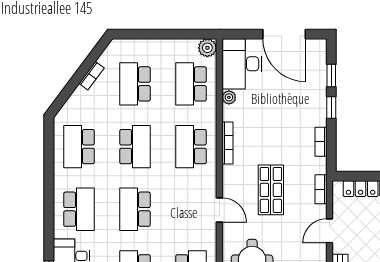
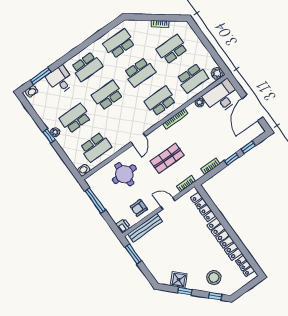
school desk: (191, 84) -> (192, 78), turned 180

